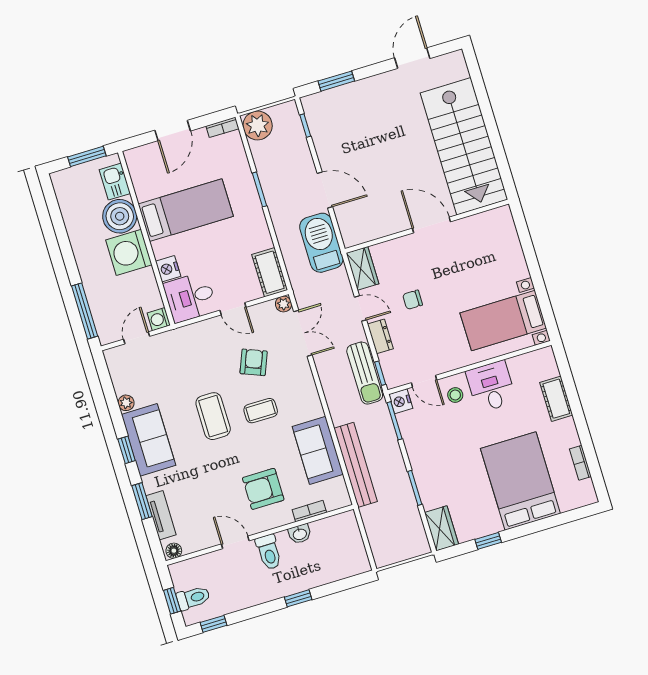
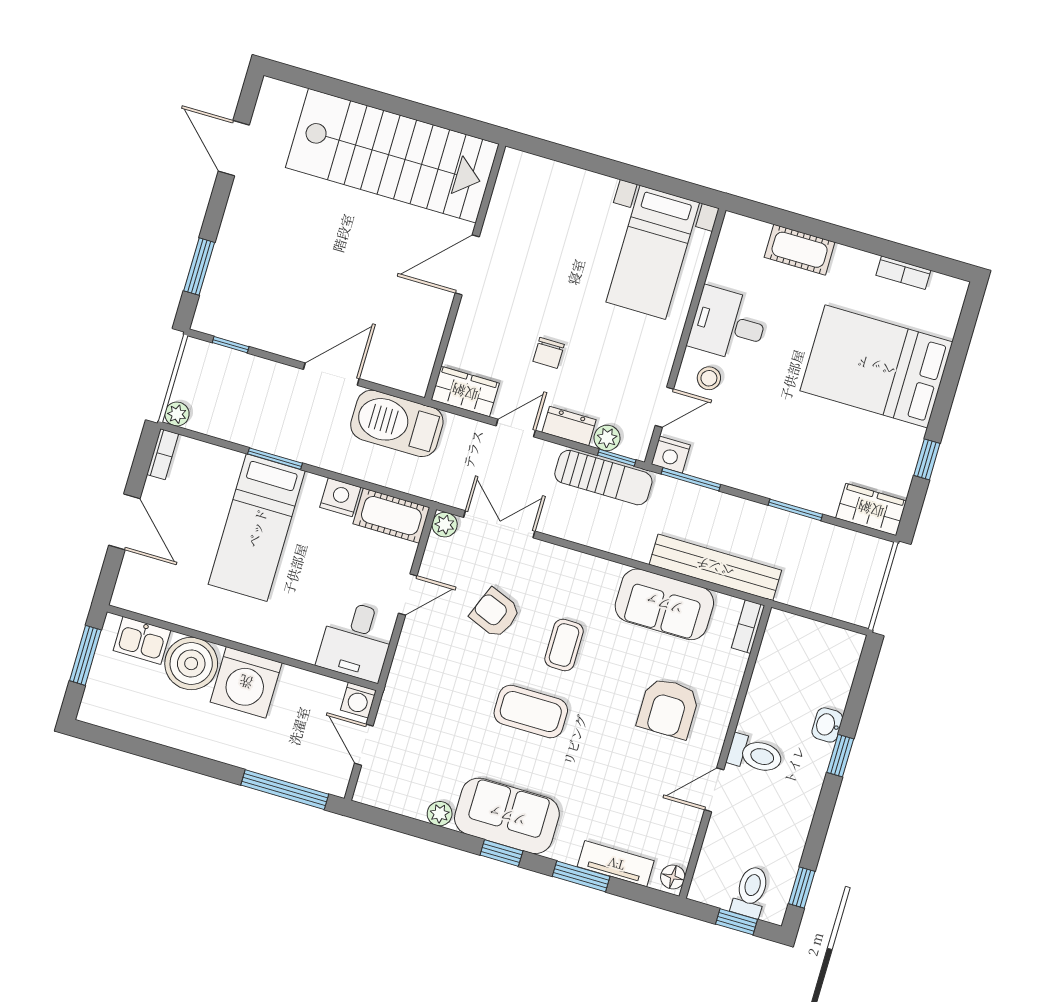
plant: (258, 125) -> (177, 414), width x0.53, depth x0.53
bed: (186, 210) -> (257, 528), moved, turned 180
nightstand: (168, 269) -> (340, 497), moved, turned 180
plant: (387, 361) -> (607, 438), added
bookcase: (309, 511) -> (748, 627), moved
washbasin: (300, 534) -> (827, 725), moved, turned 180

